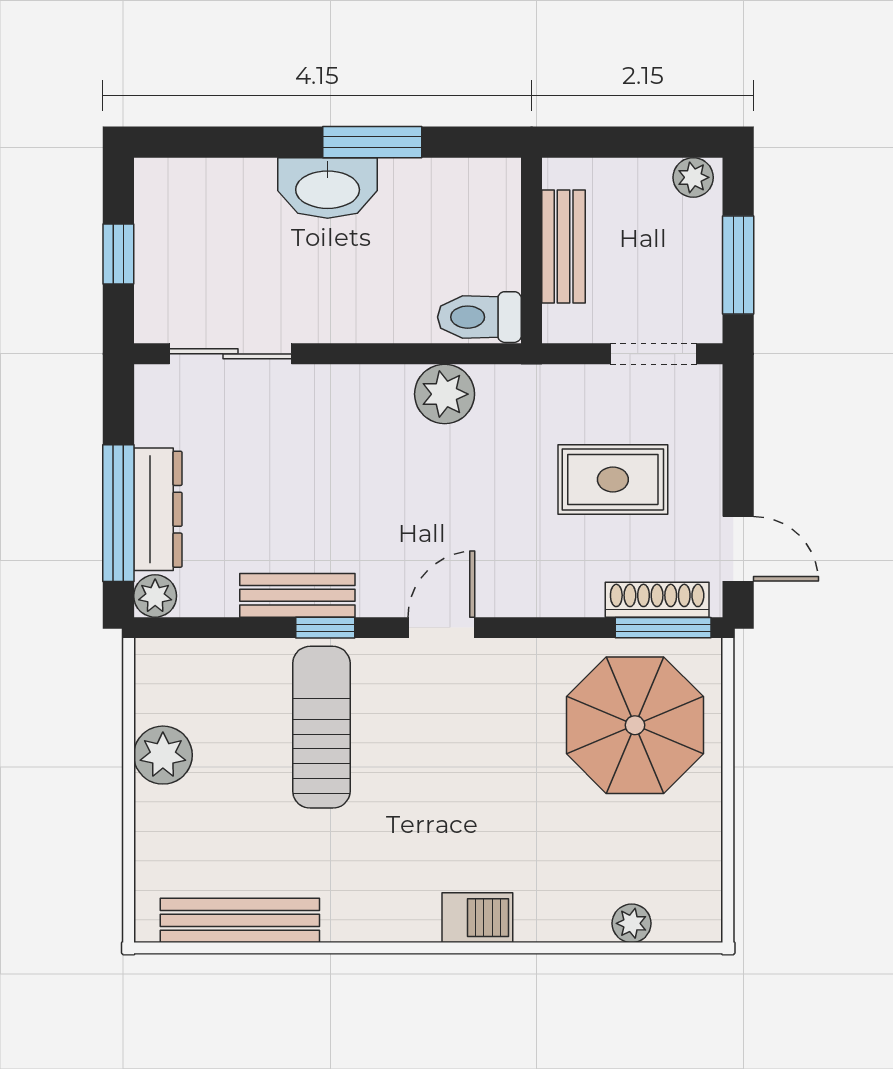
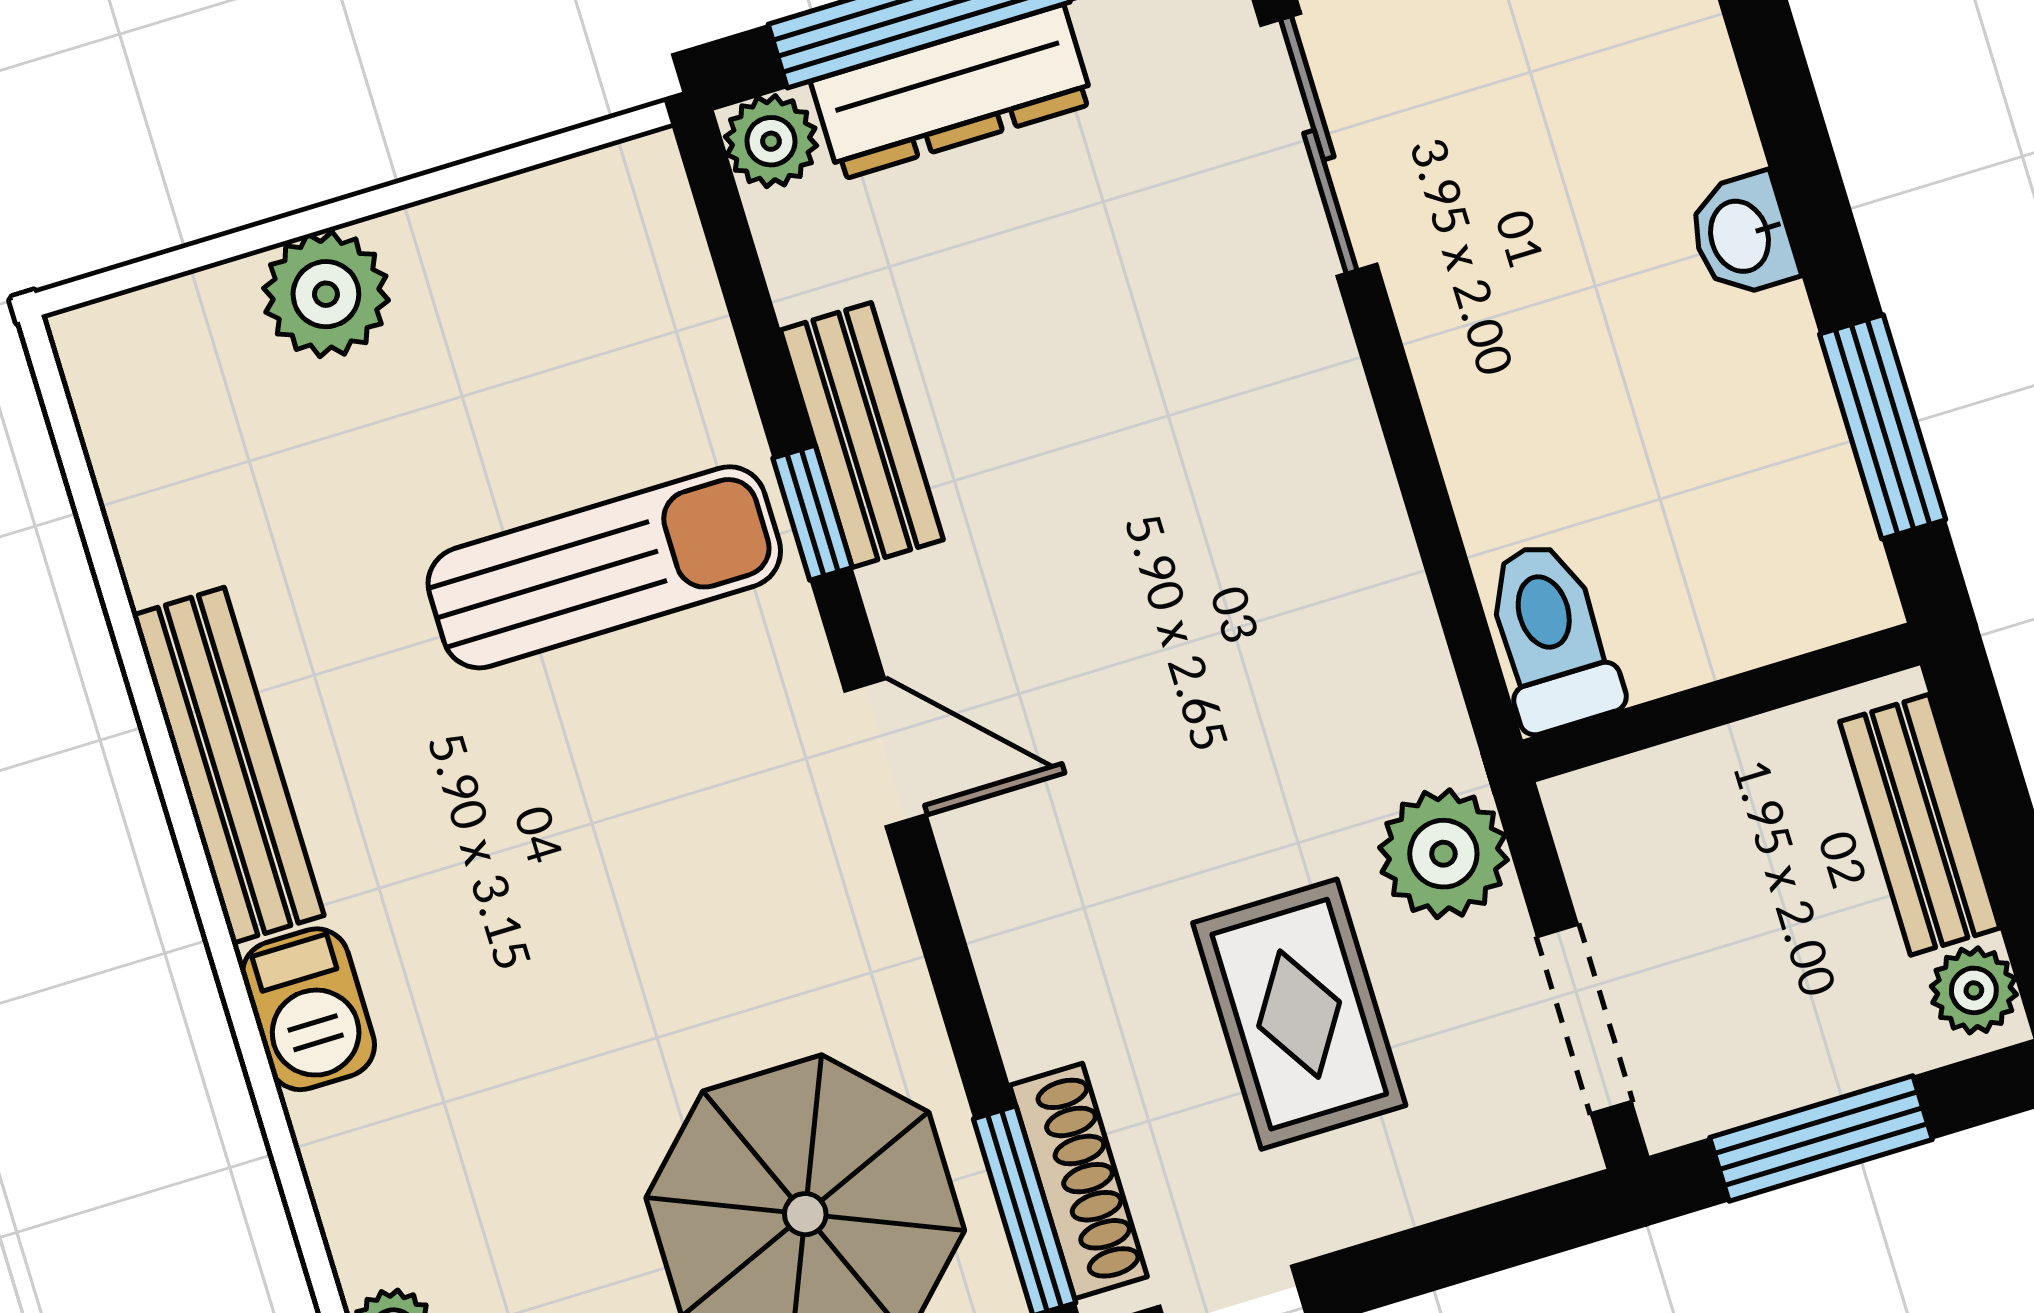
window: (372, 142) -> (1883, 427), moved
washbasin: (328, 188) -> (1742, 236), width x0.52, depth x0.69
bench: (564, 247) -> (1920, 825), moved, turned 90
plant: (445, 394) -> (1443, 854), moved
plant: (163, 755) -> (326, 294), moved
bench: (240, 920) -> (228, 765), moved

